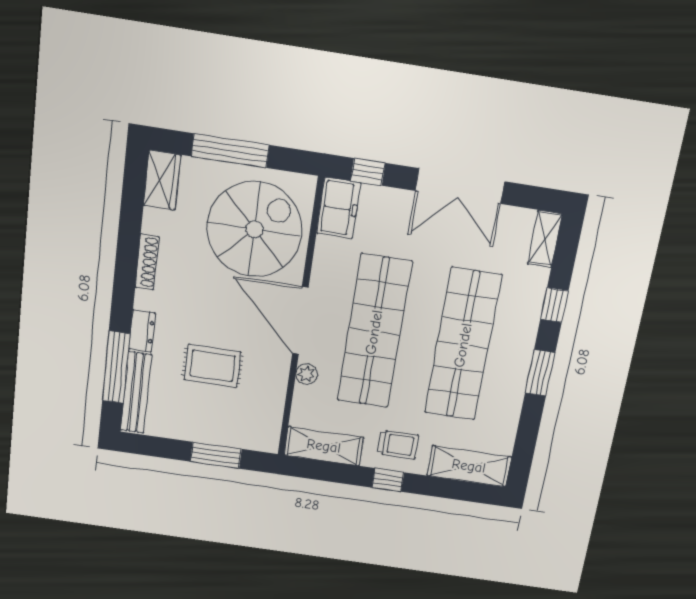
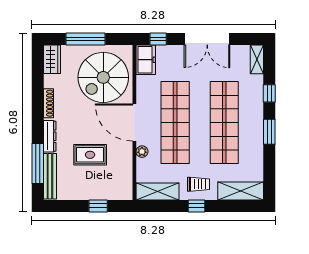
spiral stairs: (254, 229) -> (103, 77), turned 180
dresser: (142, 331) -> (50, 136), width x1.44
window: (216, 455) -> (98, 206), width x0.67

